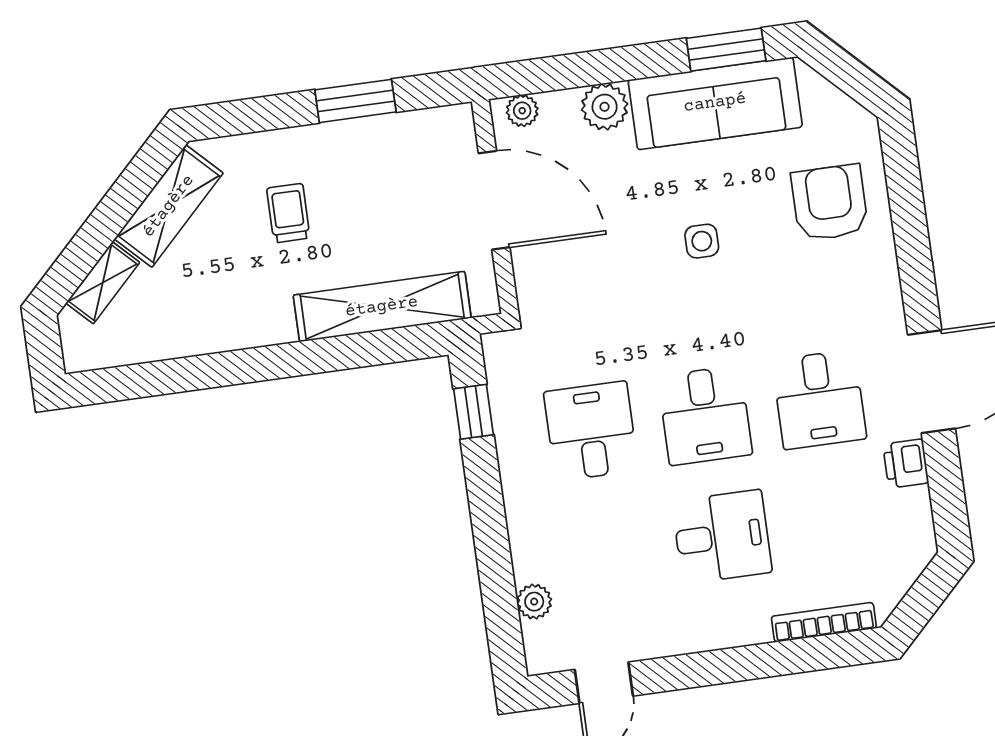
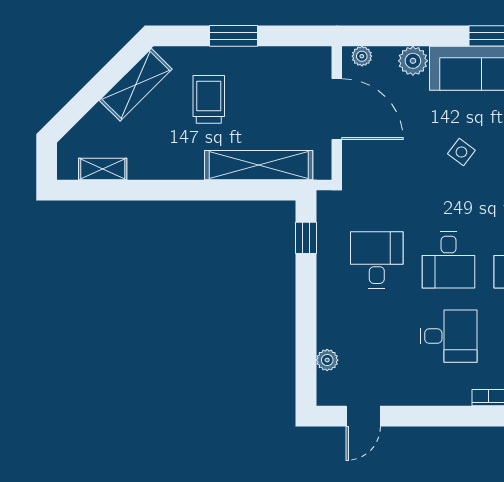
window: (355, 101) -> (234, 36), moved
trolley: (288, 213) -> (209, 99), width x1.36, depth x1.39
side table: (702, 241) -> (461, 152), turned 37
shelving: (103, 283) -> (103, 169), moved, turned 45

